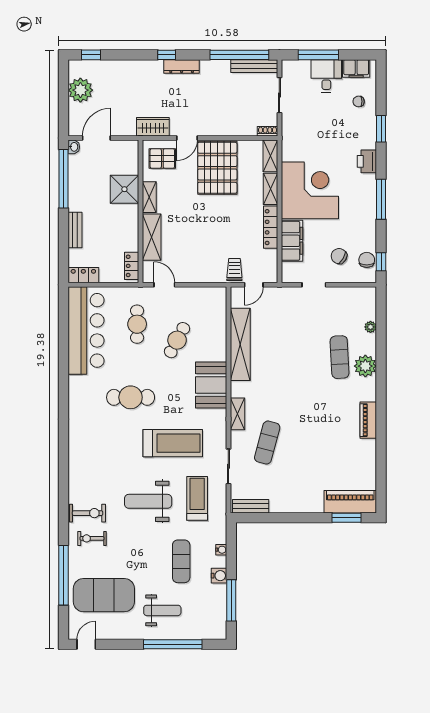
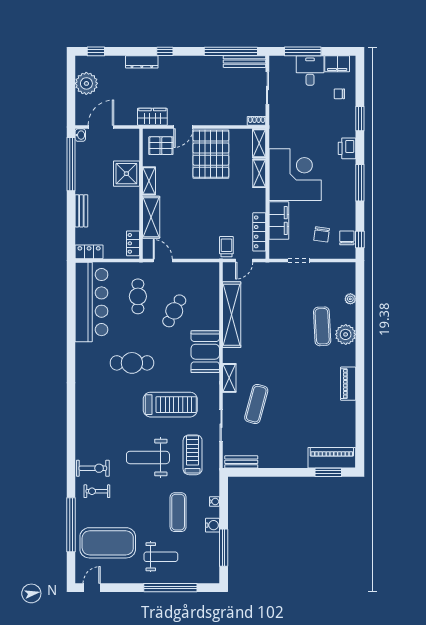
dresser: (182, 66) -> (142, 62), moved
locker: (271, 227) -> (259, 232), moved
chair: (339, 256) -> (322, 234), turned -114

